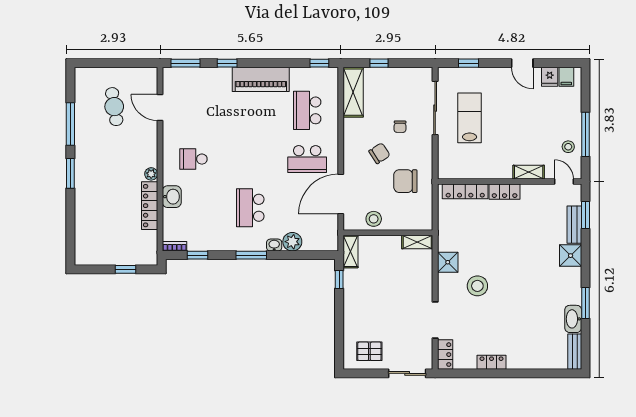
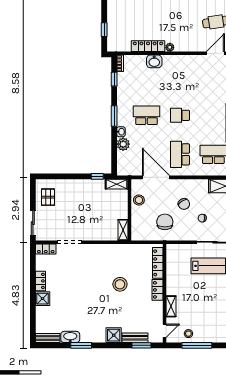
school desk: (193, 159) -> (180, 115), moved, turned -90
shower: (448, 262) -> (43, 299), moved
stool: (477, 286) -> (120, 284), moved

